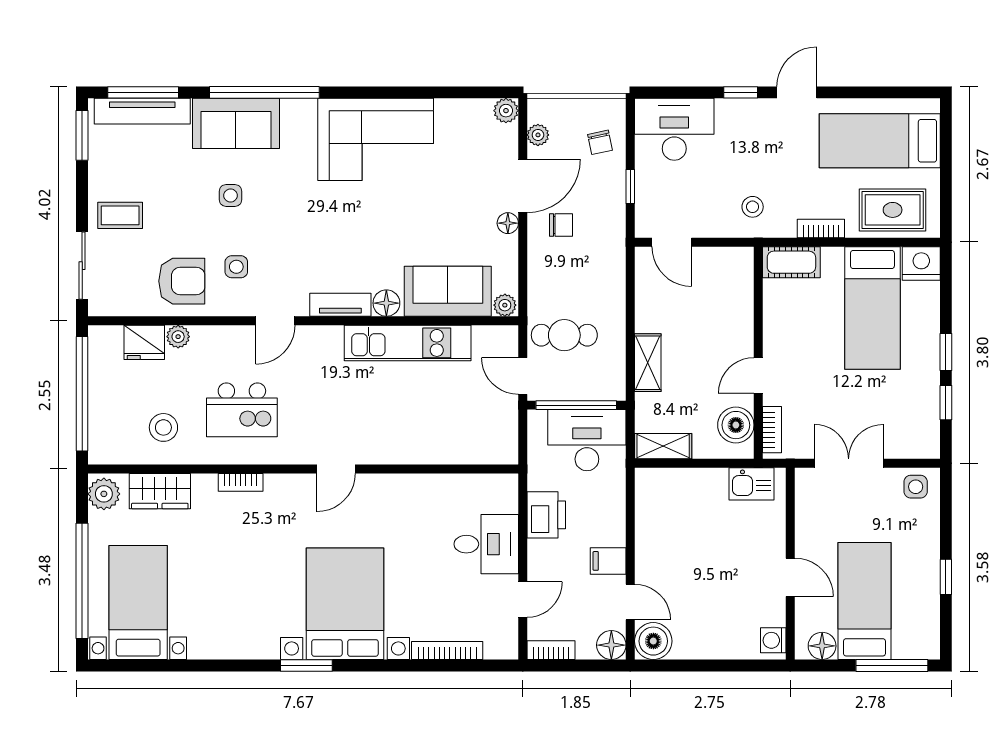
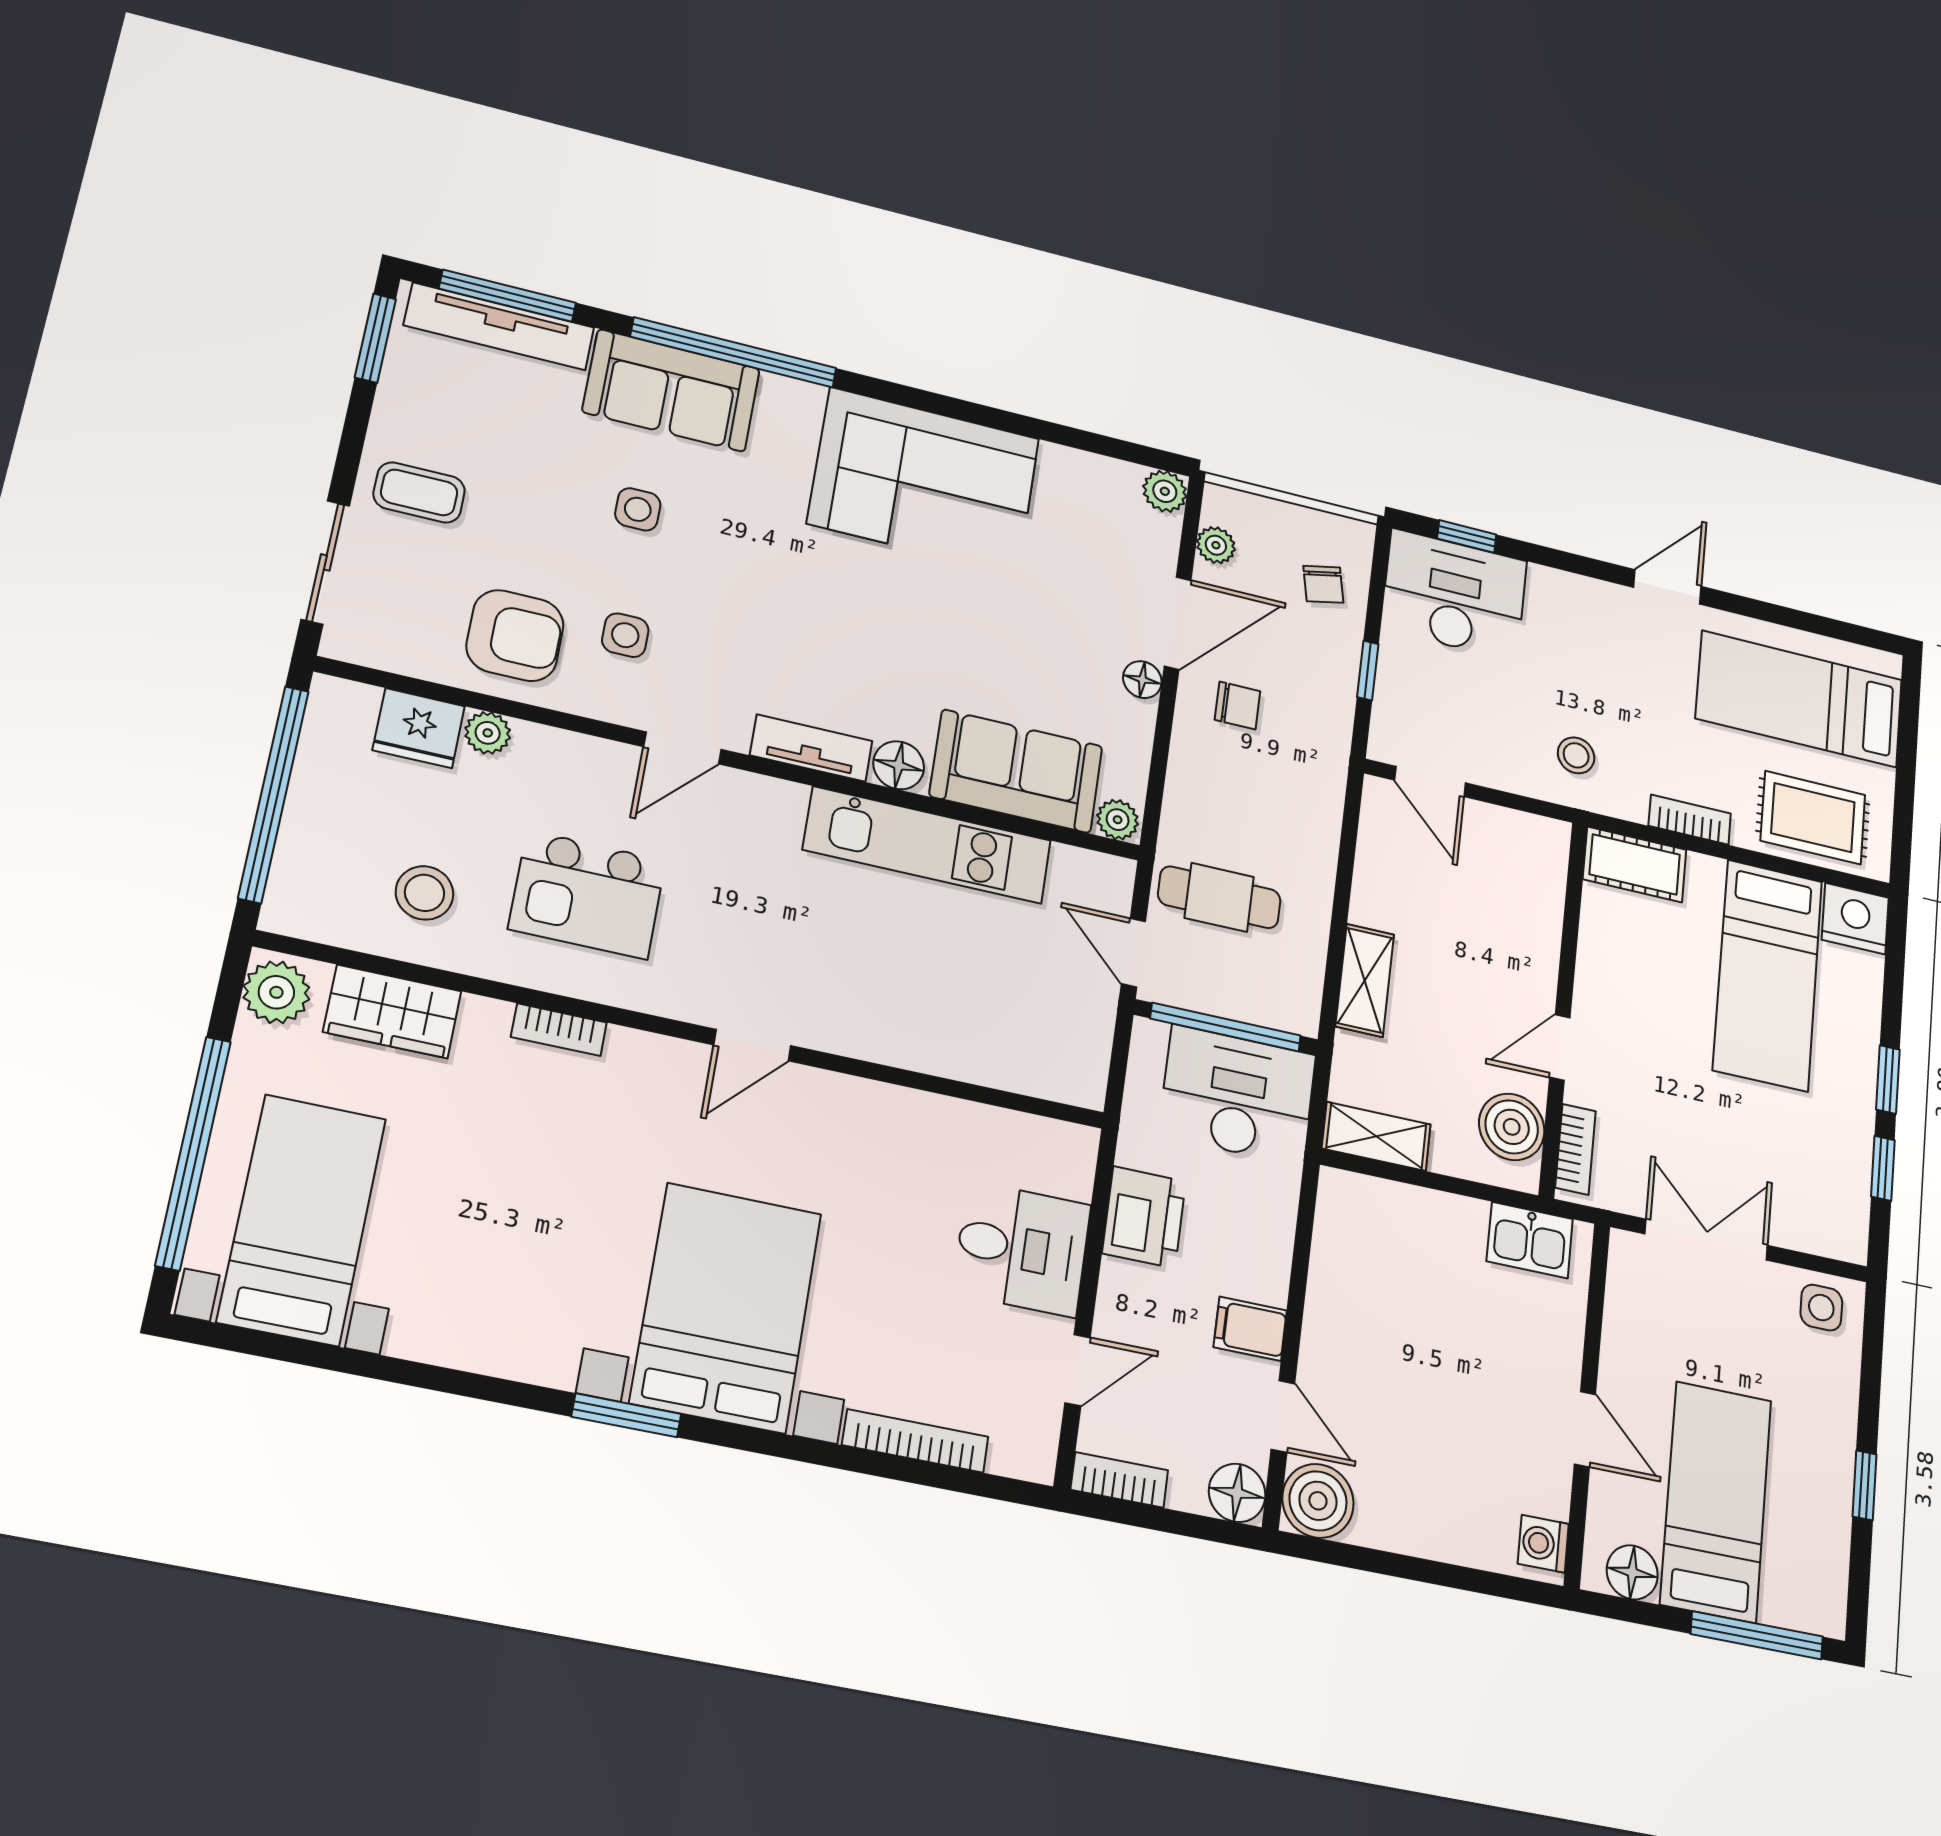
window: (741, 92) -> (1467, 536), moved

